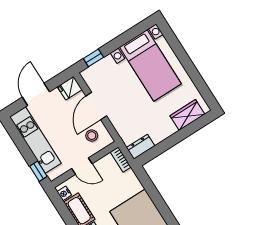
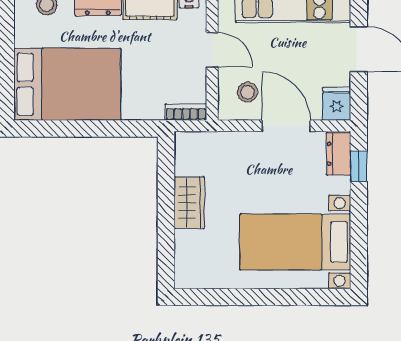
wardrobe: (187, 115) -> (189, 203), moved
dresser: (141, 147) -> (339, 154), moved, turned 180
door: (82, 166) -> (212, 50), swing flipped

